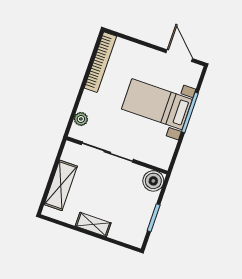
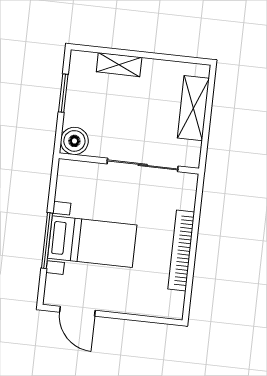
bookcase: (100, 62) -> (181, 251), moved
plant: (81, 119) -> (187, 200), removed
shelving: (93, 224) -> (119, 65), moved

